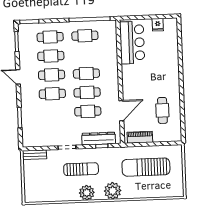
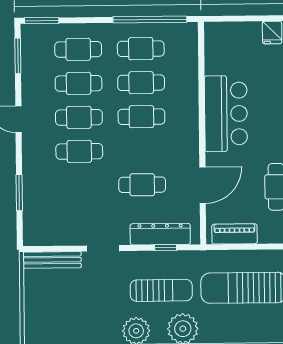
bar counter: (132, 43) -> (226, 114), moved
cafe table: (87, 92) -> (141, 83), moved
bench: (34, 155) -> (52, 260), width x1.36
sun lounger: (81, 169) -> (161, 290), moved

